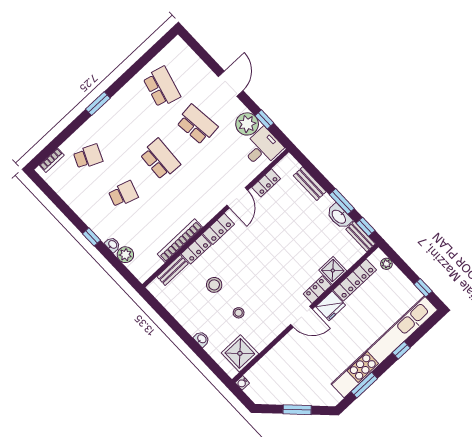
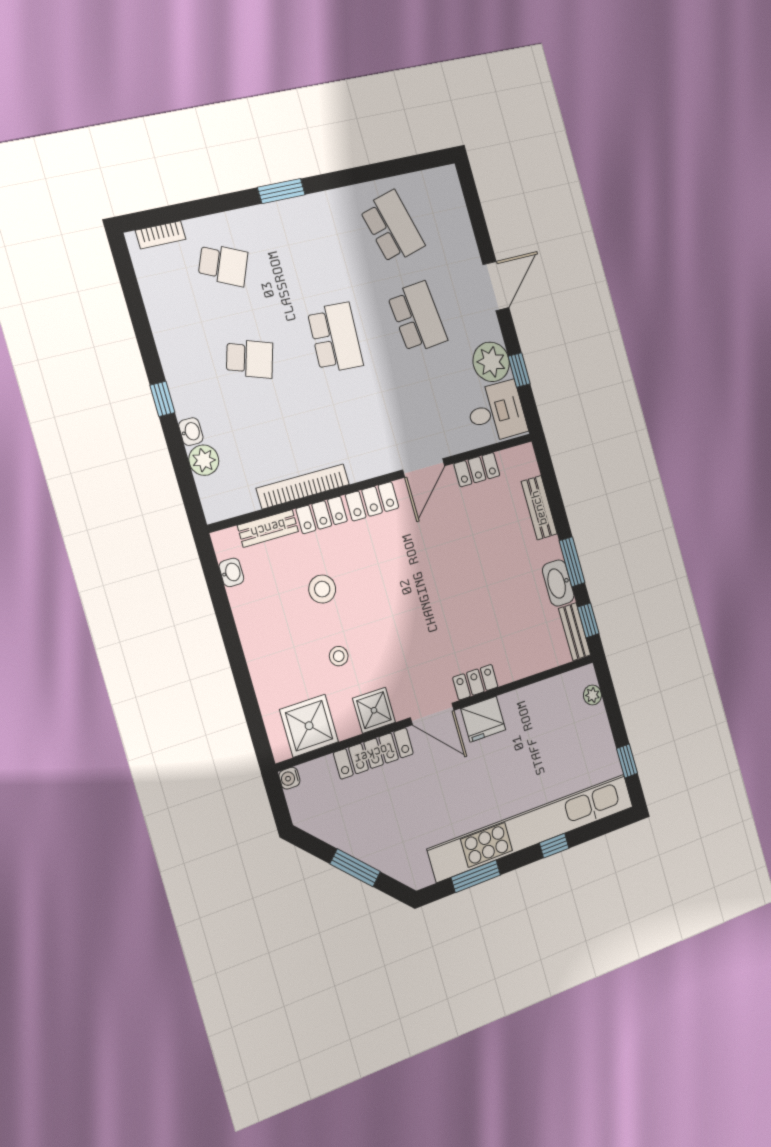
school desk: (162, 87) -> (392, 227), turned -30
shower: (333, 271) -> (374, 710), moved
locker: (355, 280) -> (374, 753), moved
washbasin: (202, 339) -> (231, 572), moved

